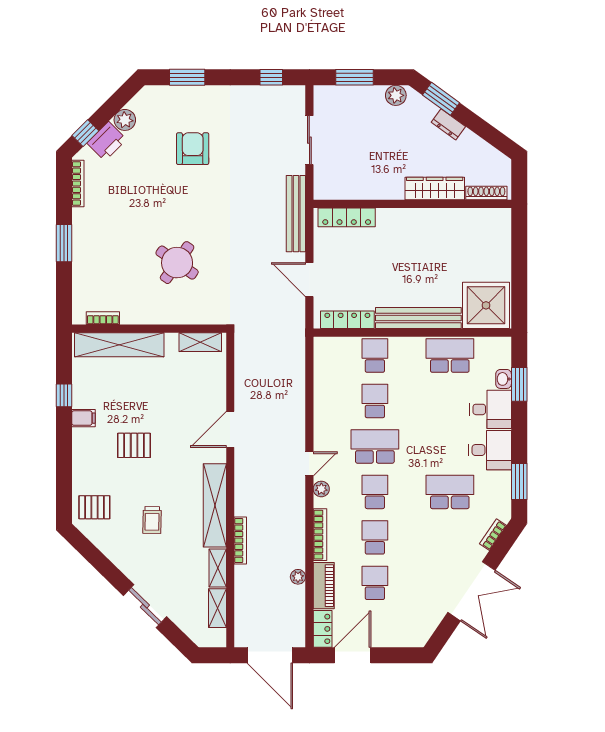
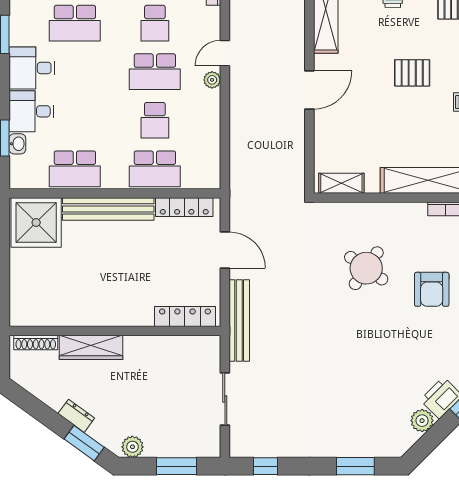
armchair: (193, 149) -> (432, 289), moved
school desk: (375, 356) -> (155, 169), width x1.85
plant: (321, 489) -> (212, 80), moved

